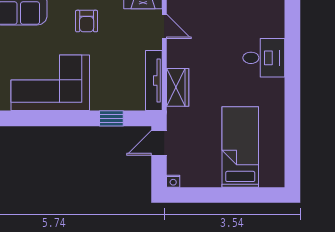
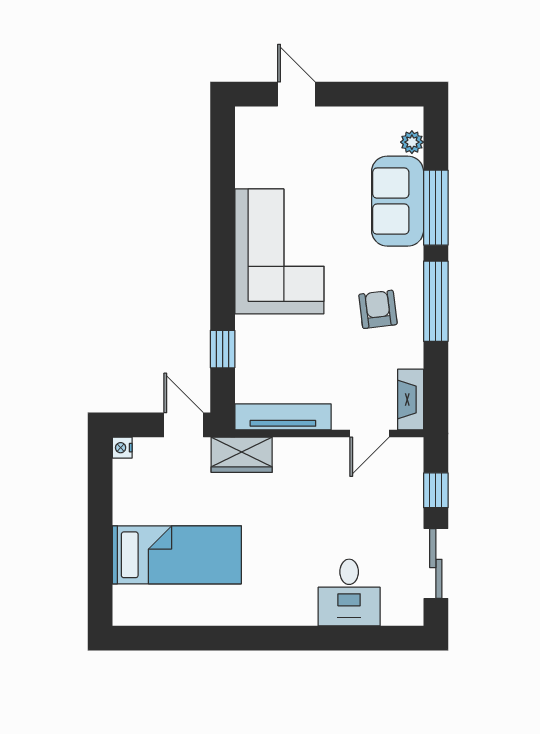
armchair: (87, 21) -> (378, 309), turned 83
desk: (264, 58) -> (349, 593), moved
wardrobe: (178, 87) -> (242, 455), moved

